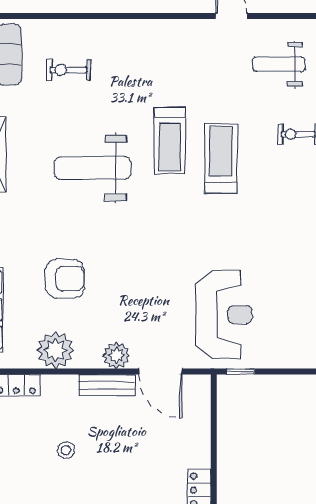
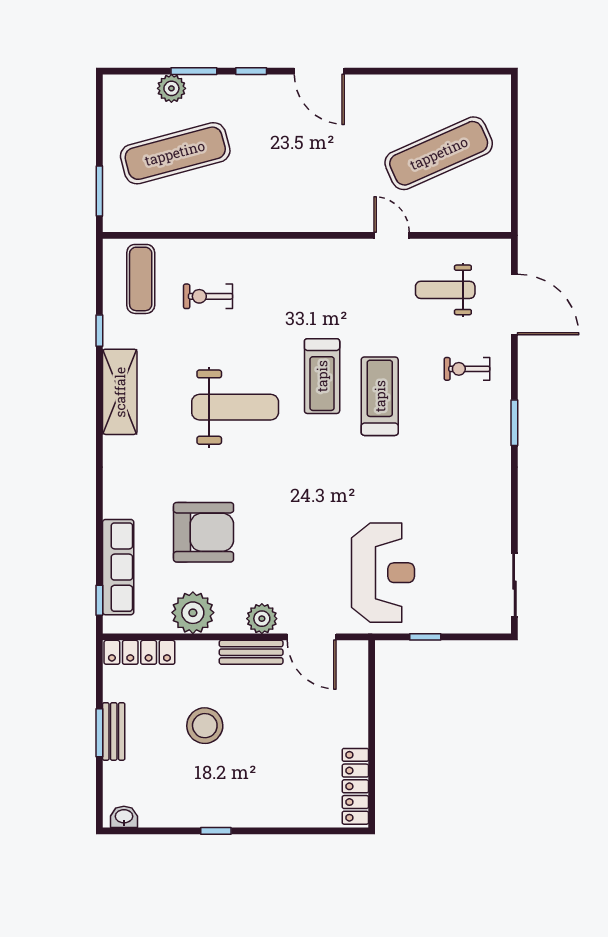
weight bench: (93, 168) -> (235, 407), turned 180
armchair: (65, 279) -> (204, 532), width x1.36, depth x1.36
window: (241, 372) -> (425, 637), moved
stool: (66, 450) -> (205, 726), width x1.89, depth x1.89

